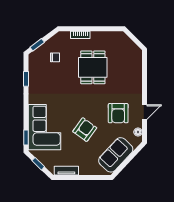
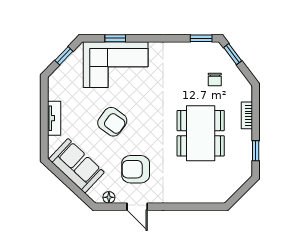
window: (105, 29) -> (256, 151), added
dining table: (93, 67) -> (201, 133), width x1.38
window: (26, 79) -> (201, 38), moved
window: (26, 137) -> (115, 38), moved
tv unit: (66, 171) -> (54, 118), moved

